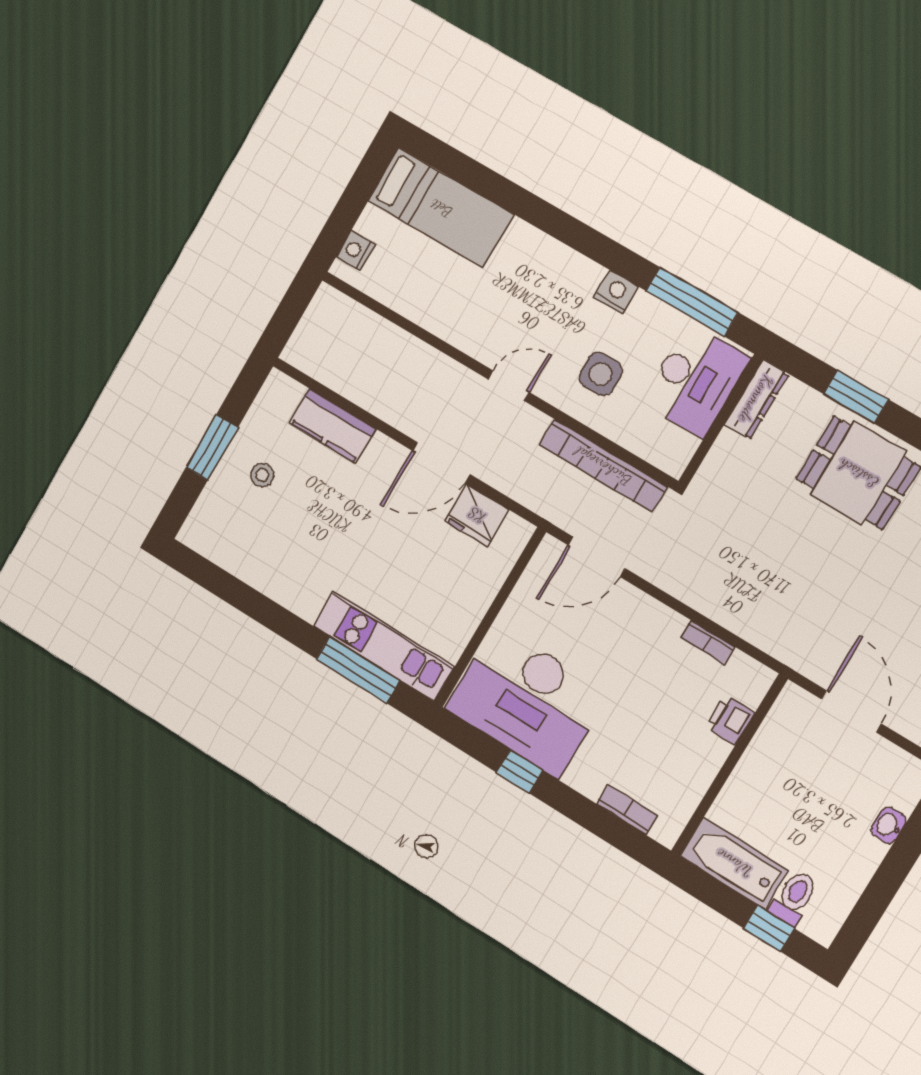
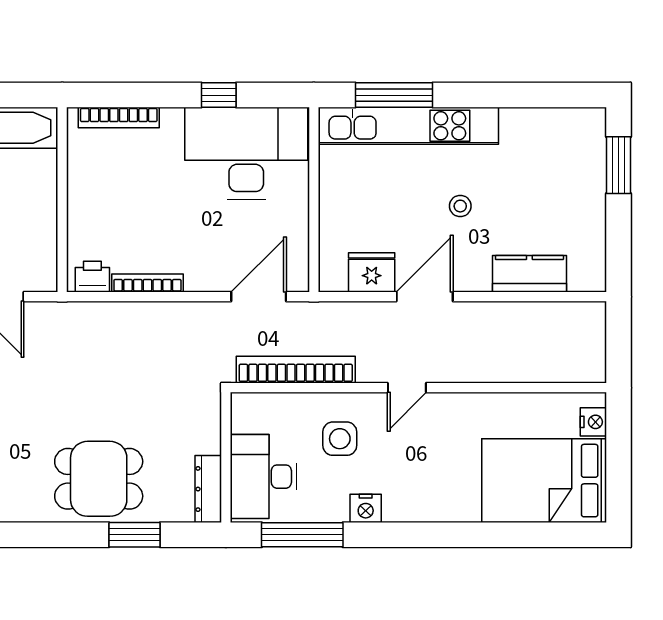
bed: (441, 208) -> (544, 481), width x1.50
window: (212, 447) -> (619, 165), moved
stool: (262, 475) -> (460, 206), moved
bookcase: (708, 642) -> (147, 283), width x1.56
kitchen unit: (384, 646) -> (408, 126), width x1.36
printer: (730, 720) -> (92, 277), moved, turned -90
bookcase: (627, 810) -> (119, 118), width x1.56

